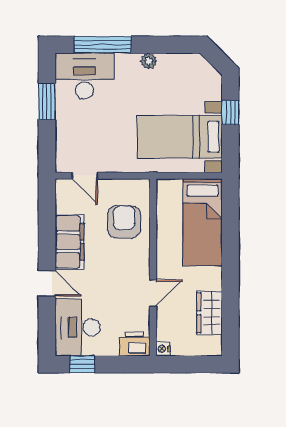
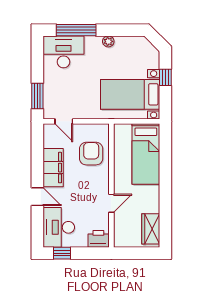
window: (47, 102) -> (37, 96), moved
wardrobe: (209, 313) -> (151, 229), moved
nightstand: (163, 349) -> (118, 242), removed

